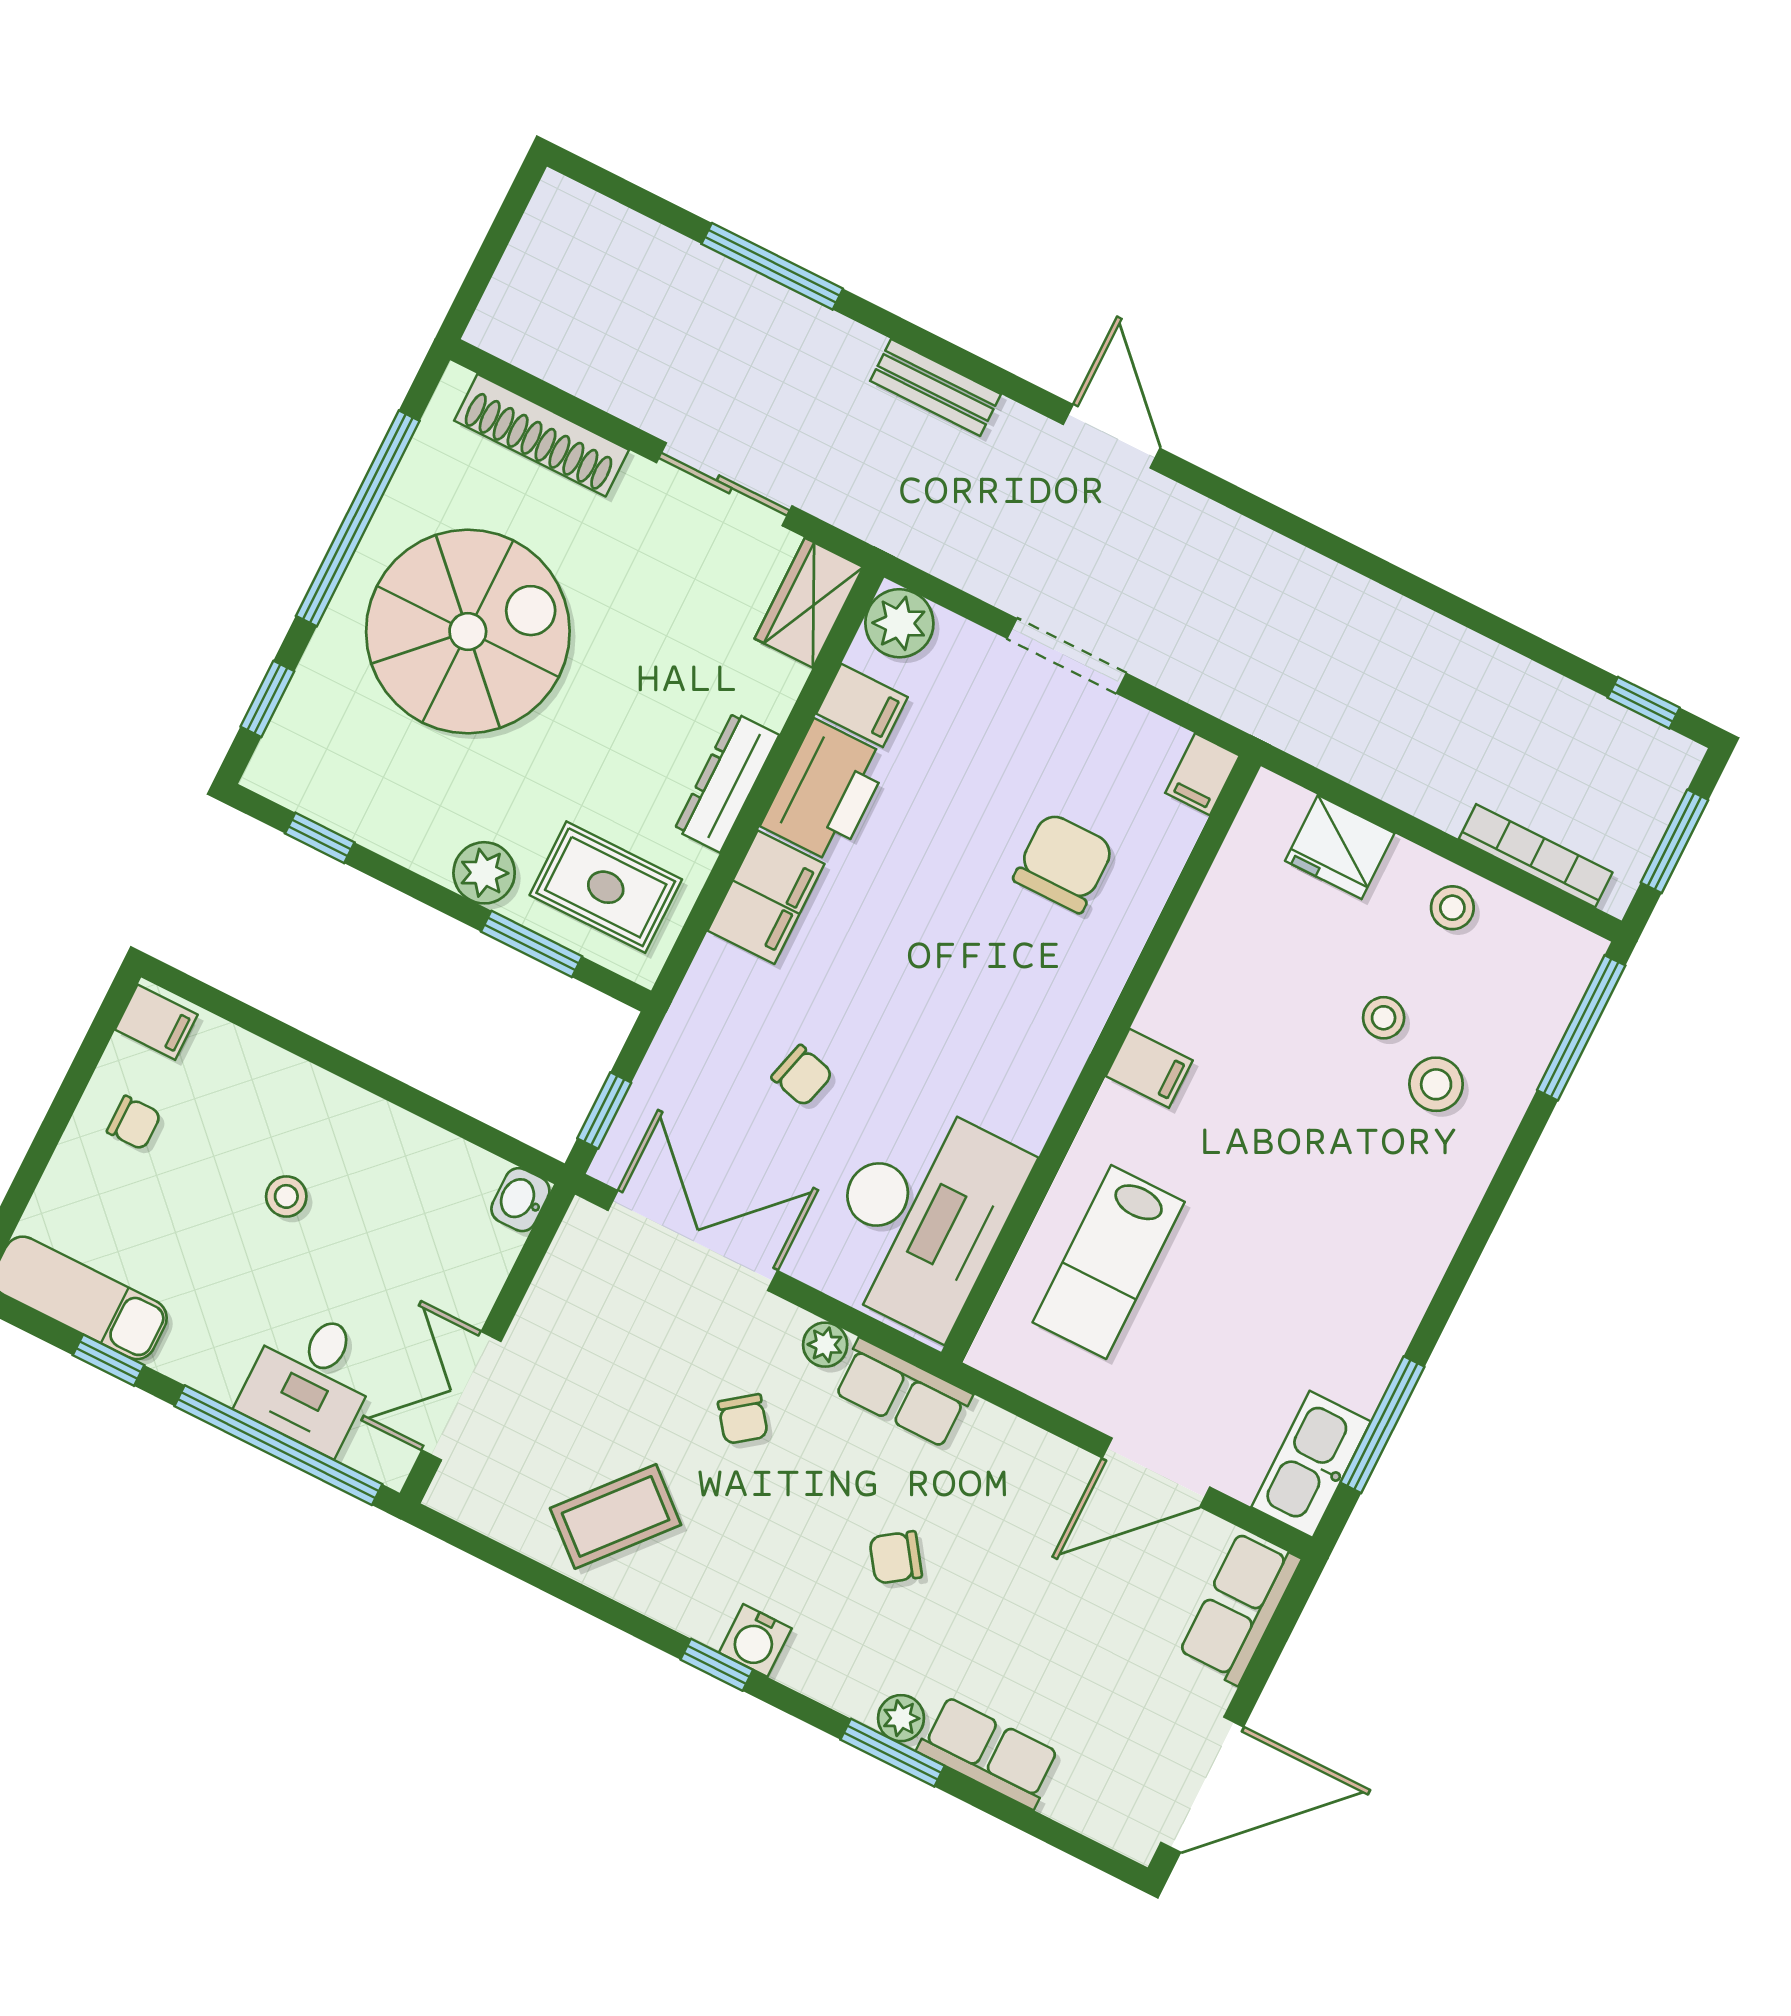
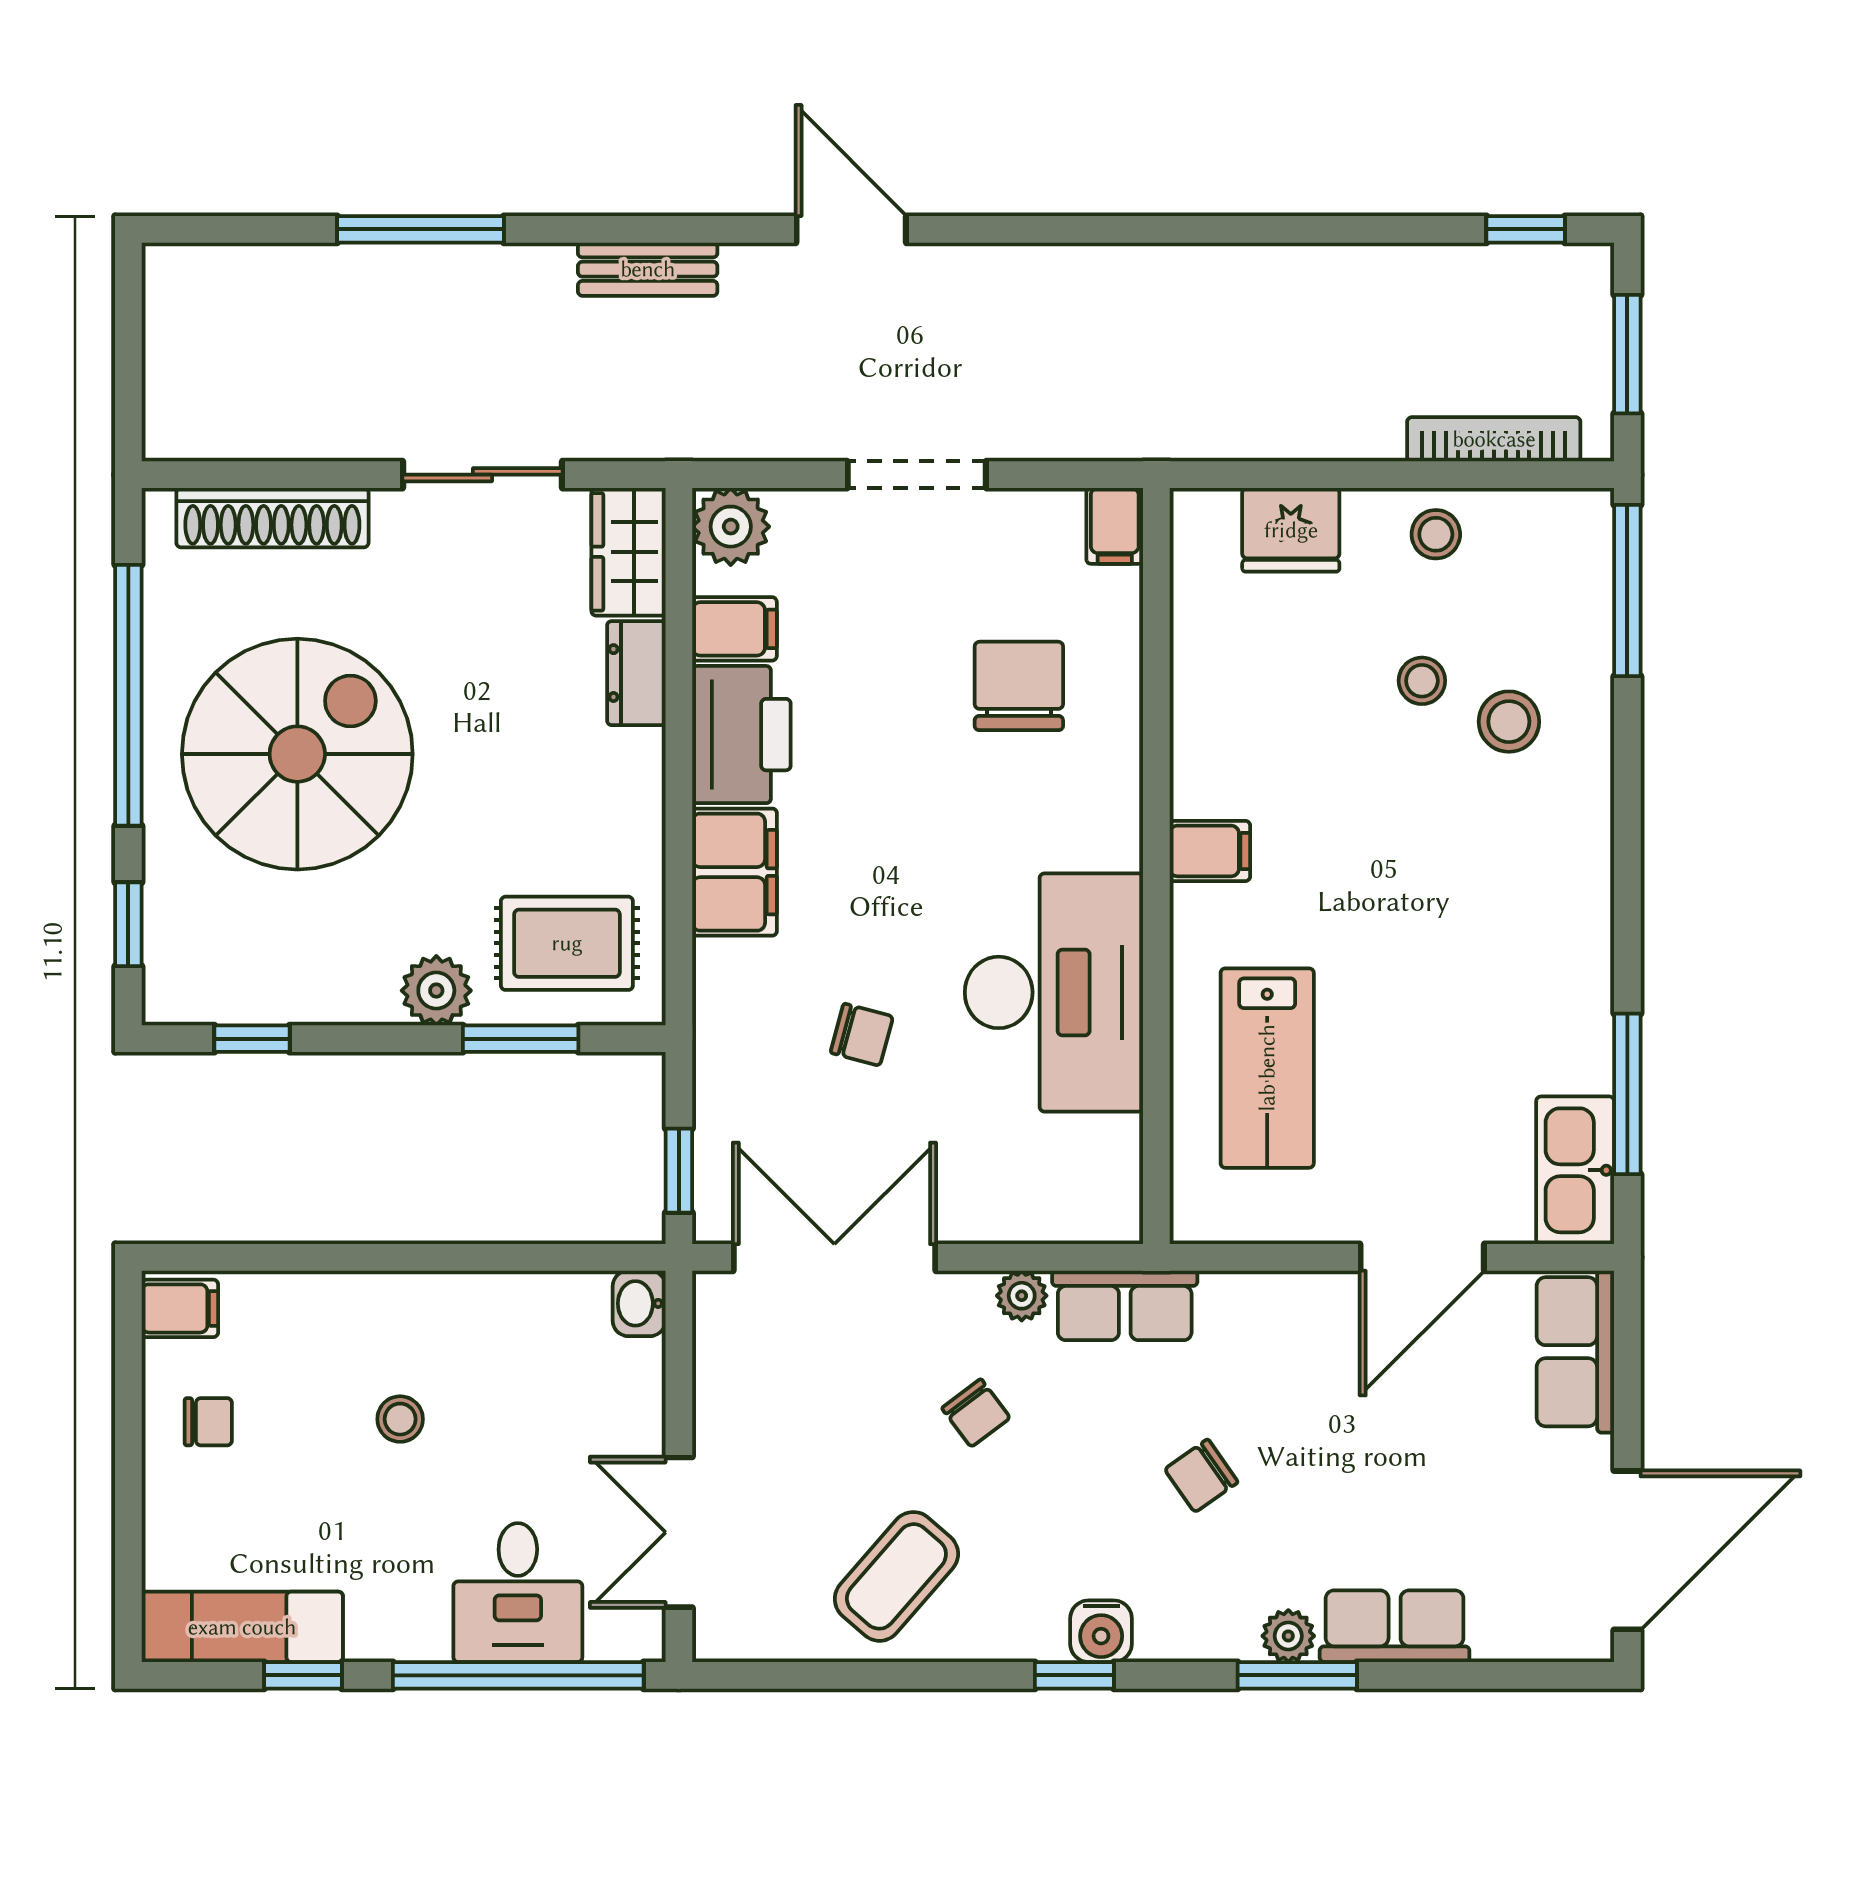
dresser: (727, 782) -> (636, 673), moved, width x0.70
desk: (921, 1216) -> (1054, 992), moved

